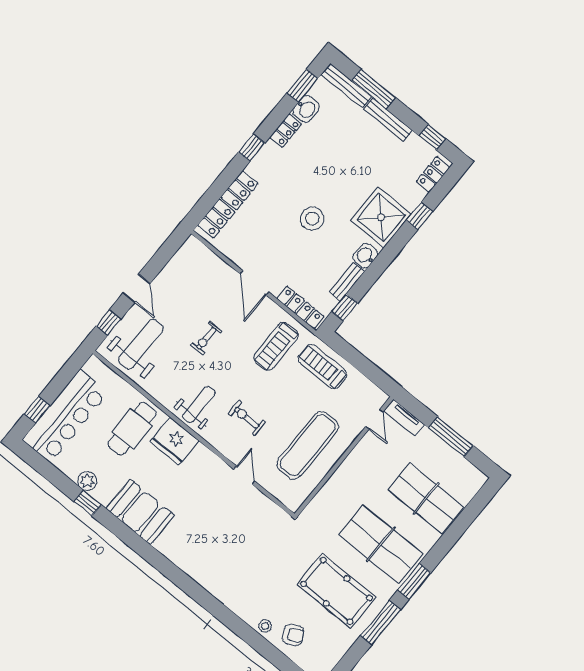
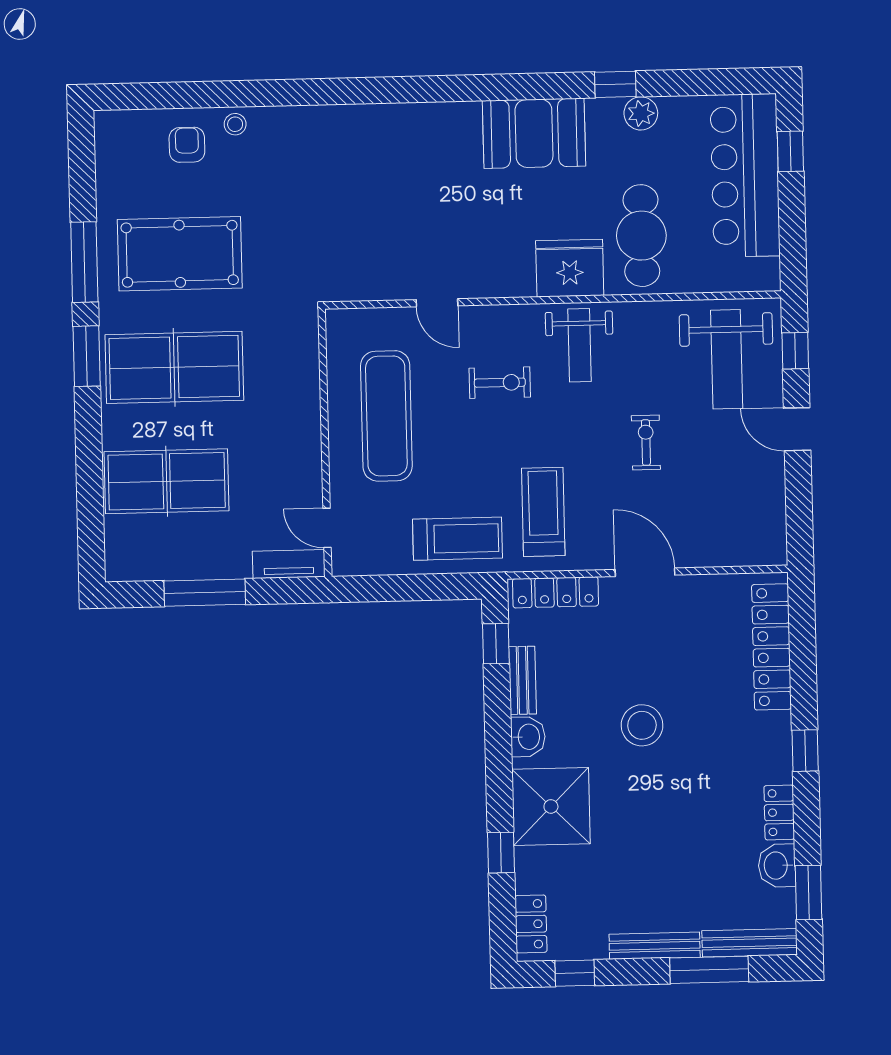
armchair: (293, 635) -> (187, 145), turned 120

